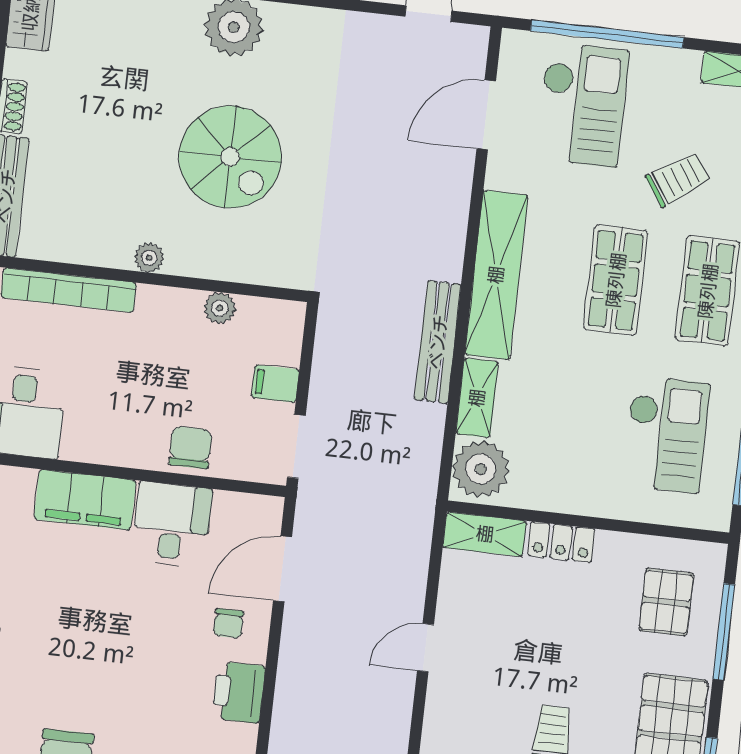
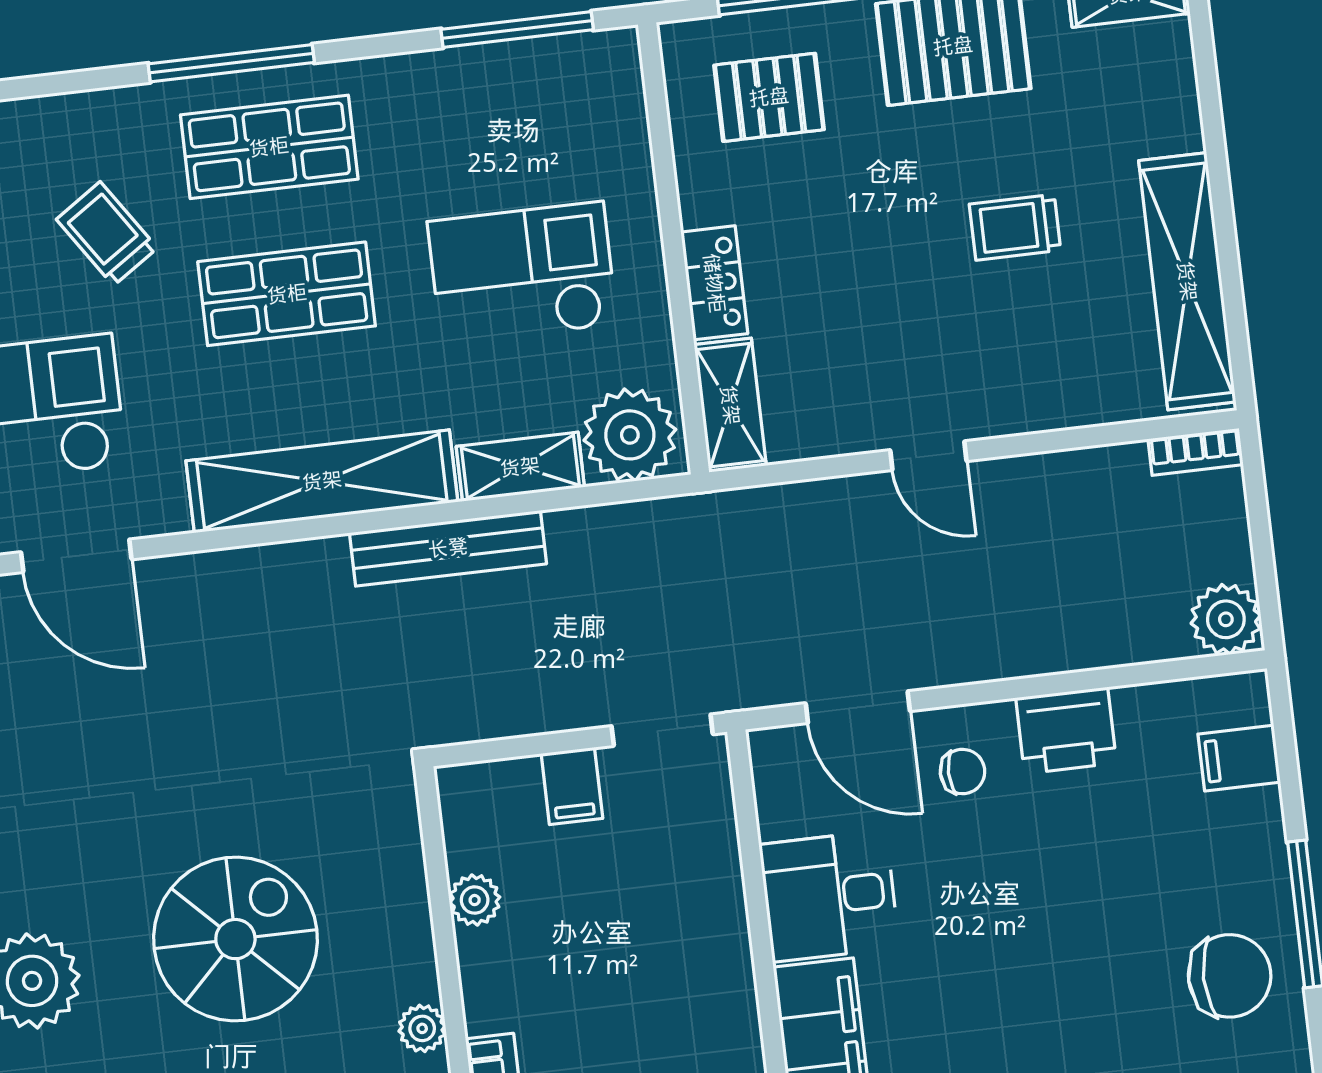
checkout: (666, 434) -> (522, 273), moved
chair: (190, 447) -> (702, 895), removed

